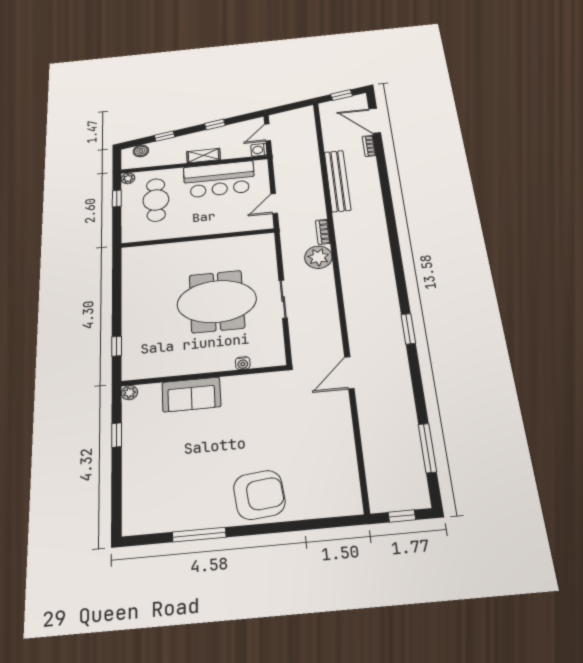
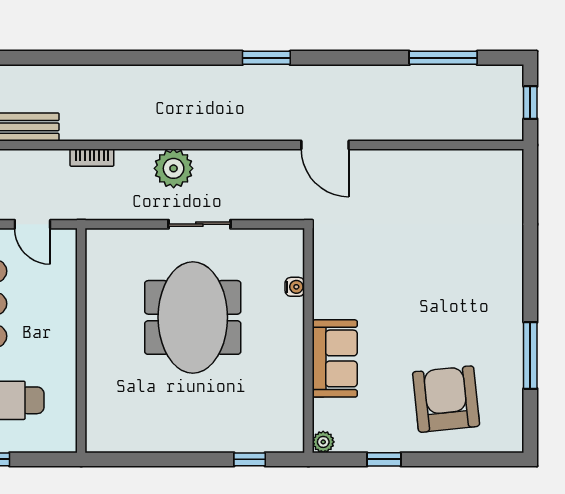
plant: (318, 257) -> (174, 168), moved
armchair: (259, 495) -> (446, 399), moved

